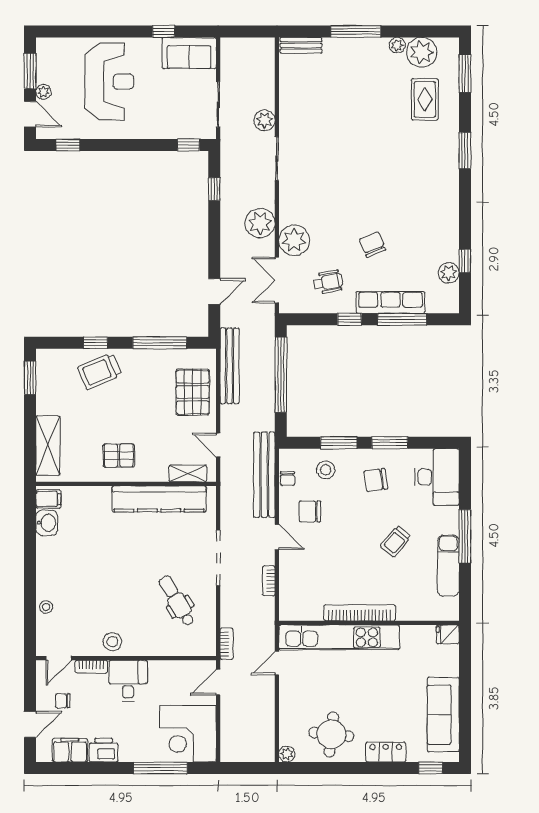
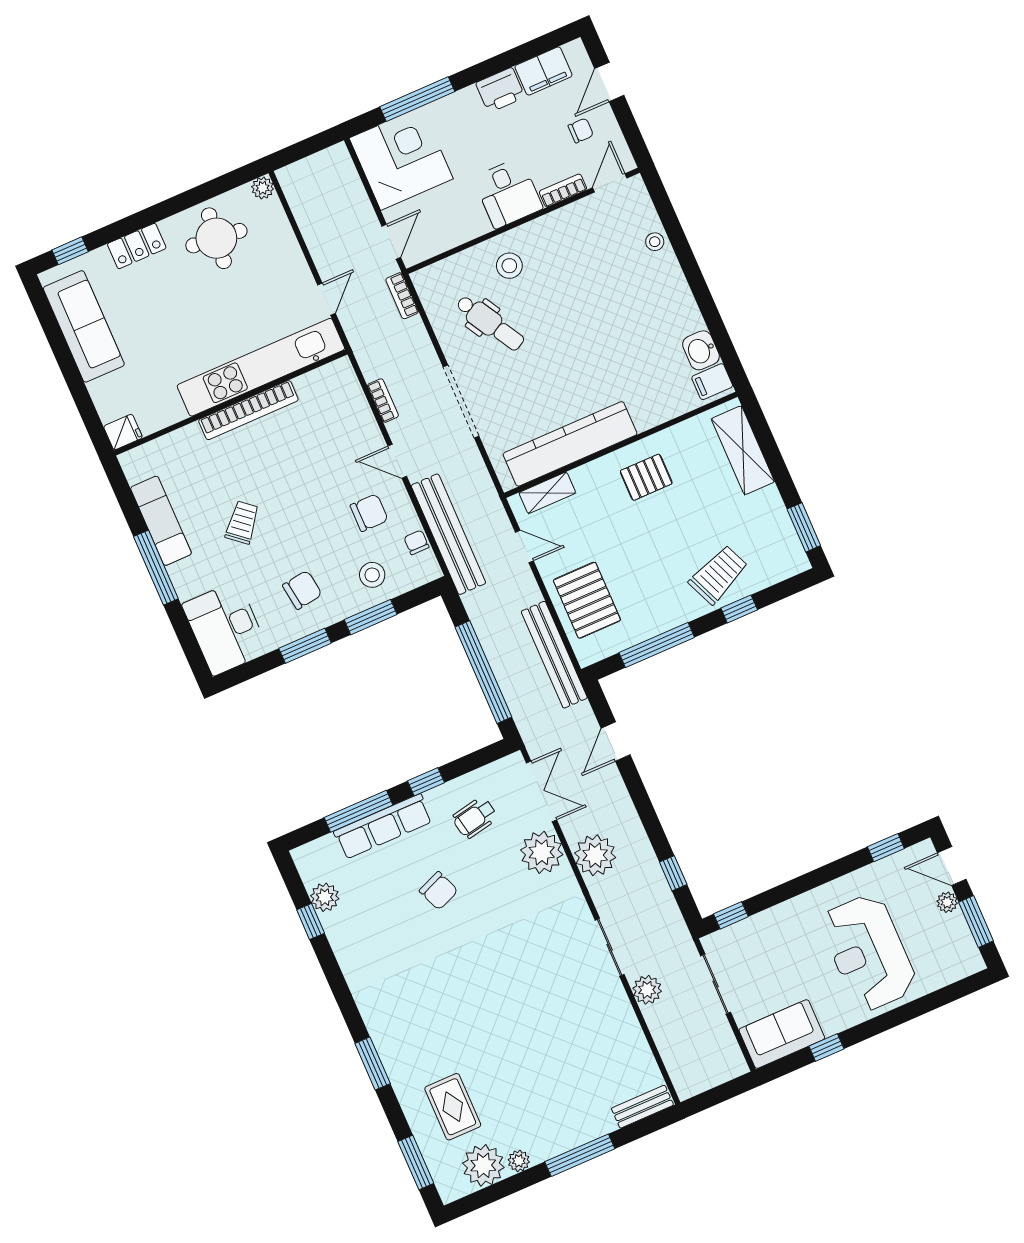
stool: (112, 642) -> (509, 266), moved

